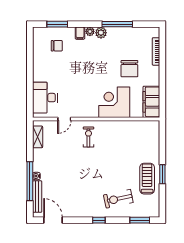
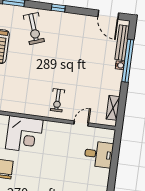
desk: (45, 98) -> (99, 154), width x0.73
exercise bike: (118, 199) -> (34, 29), turned 82

